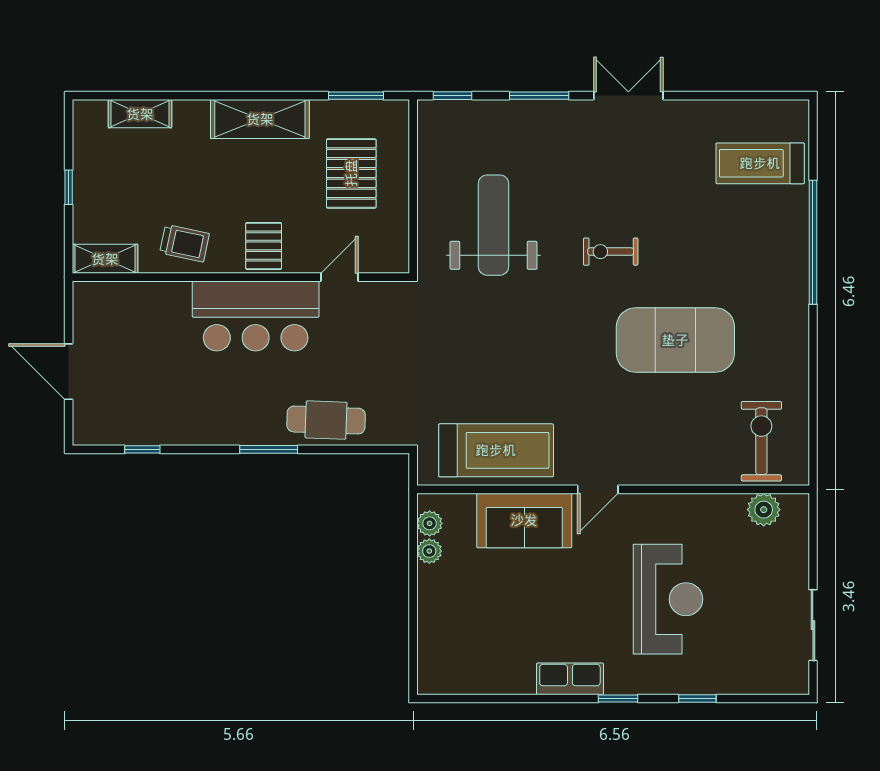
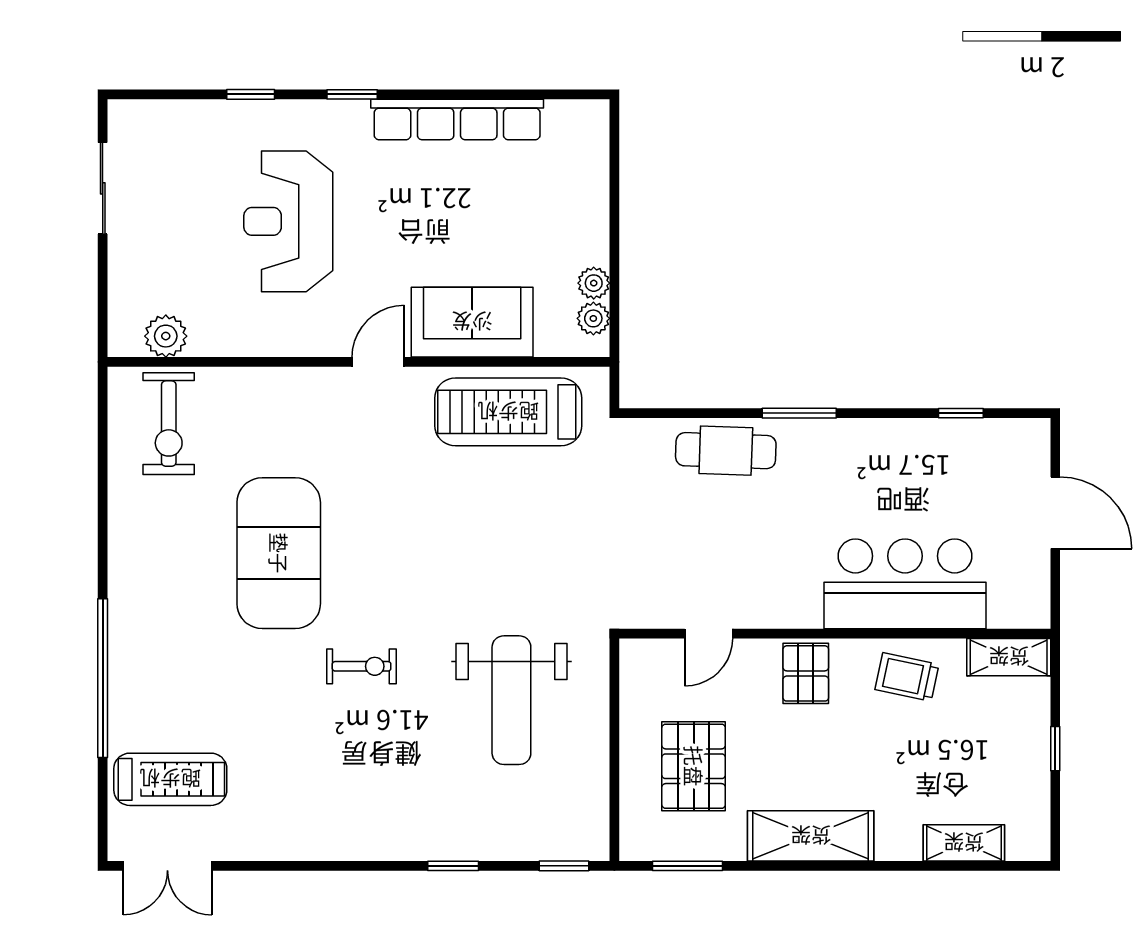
window: (539, 96) -> (453, 866), width x0.67
double door: (628, 96) -> (167, 866), moved
bar counter: (256, 316) -> (905, 584), moved
exercise mat: (675, 340) -> (279, 553), turned 90
row of seats: (570, 679) -> (457, 119), width x2.02

